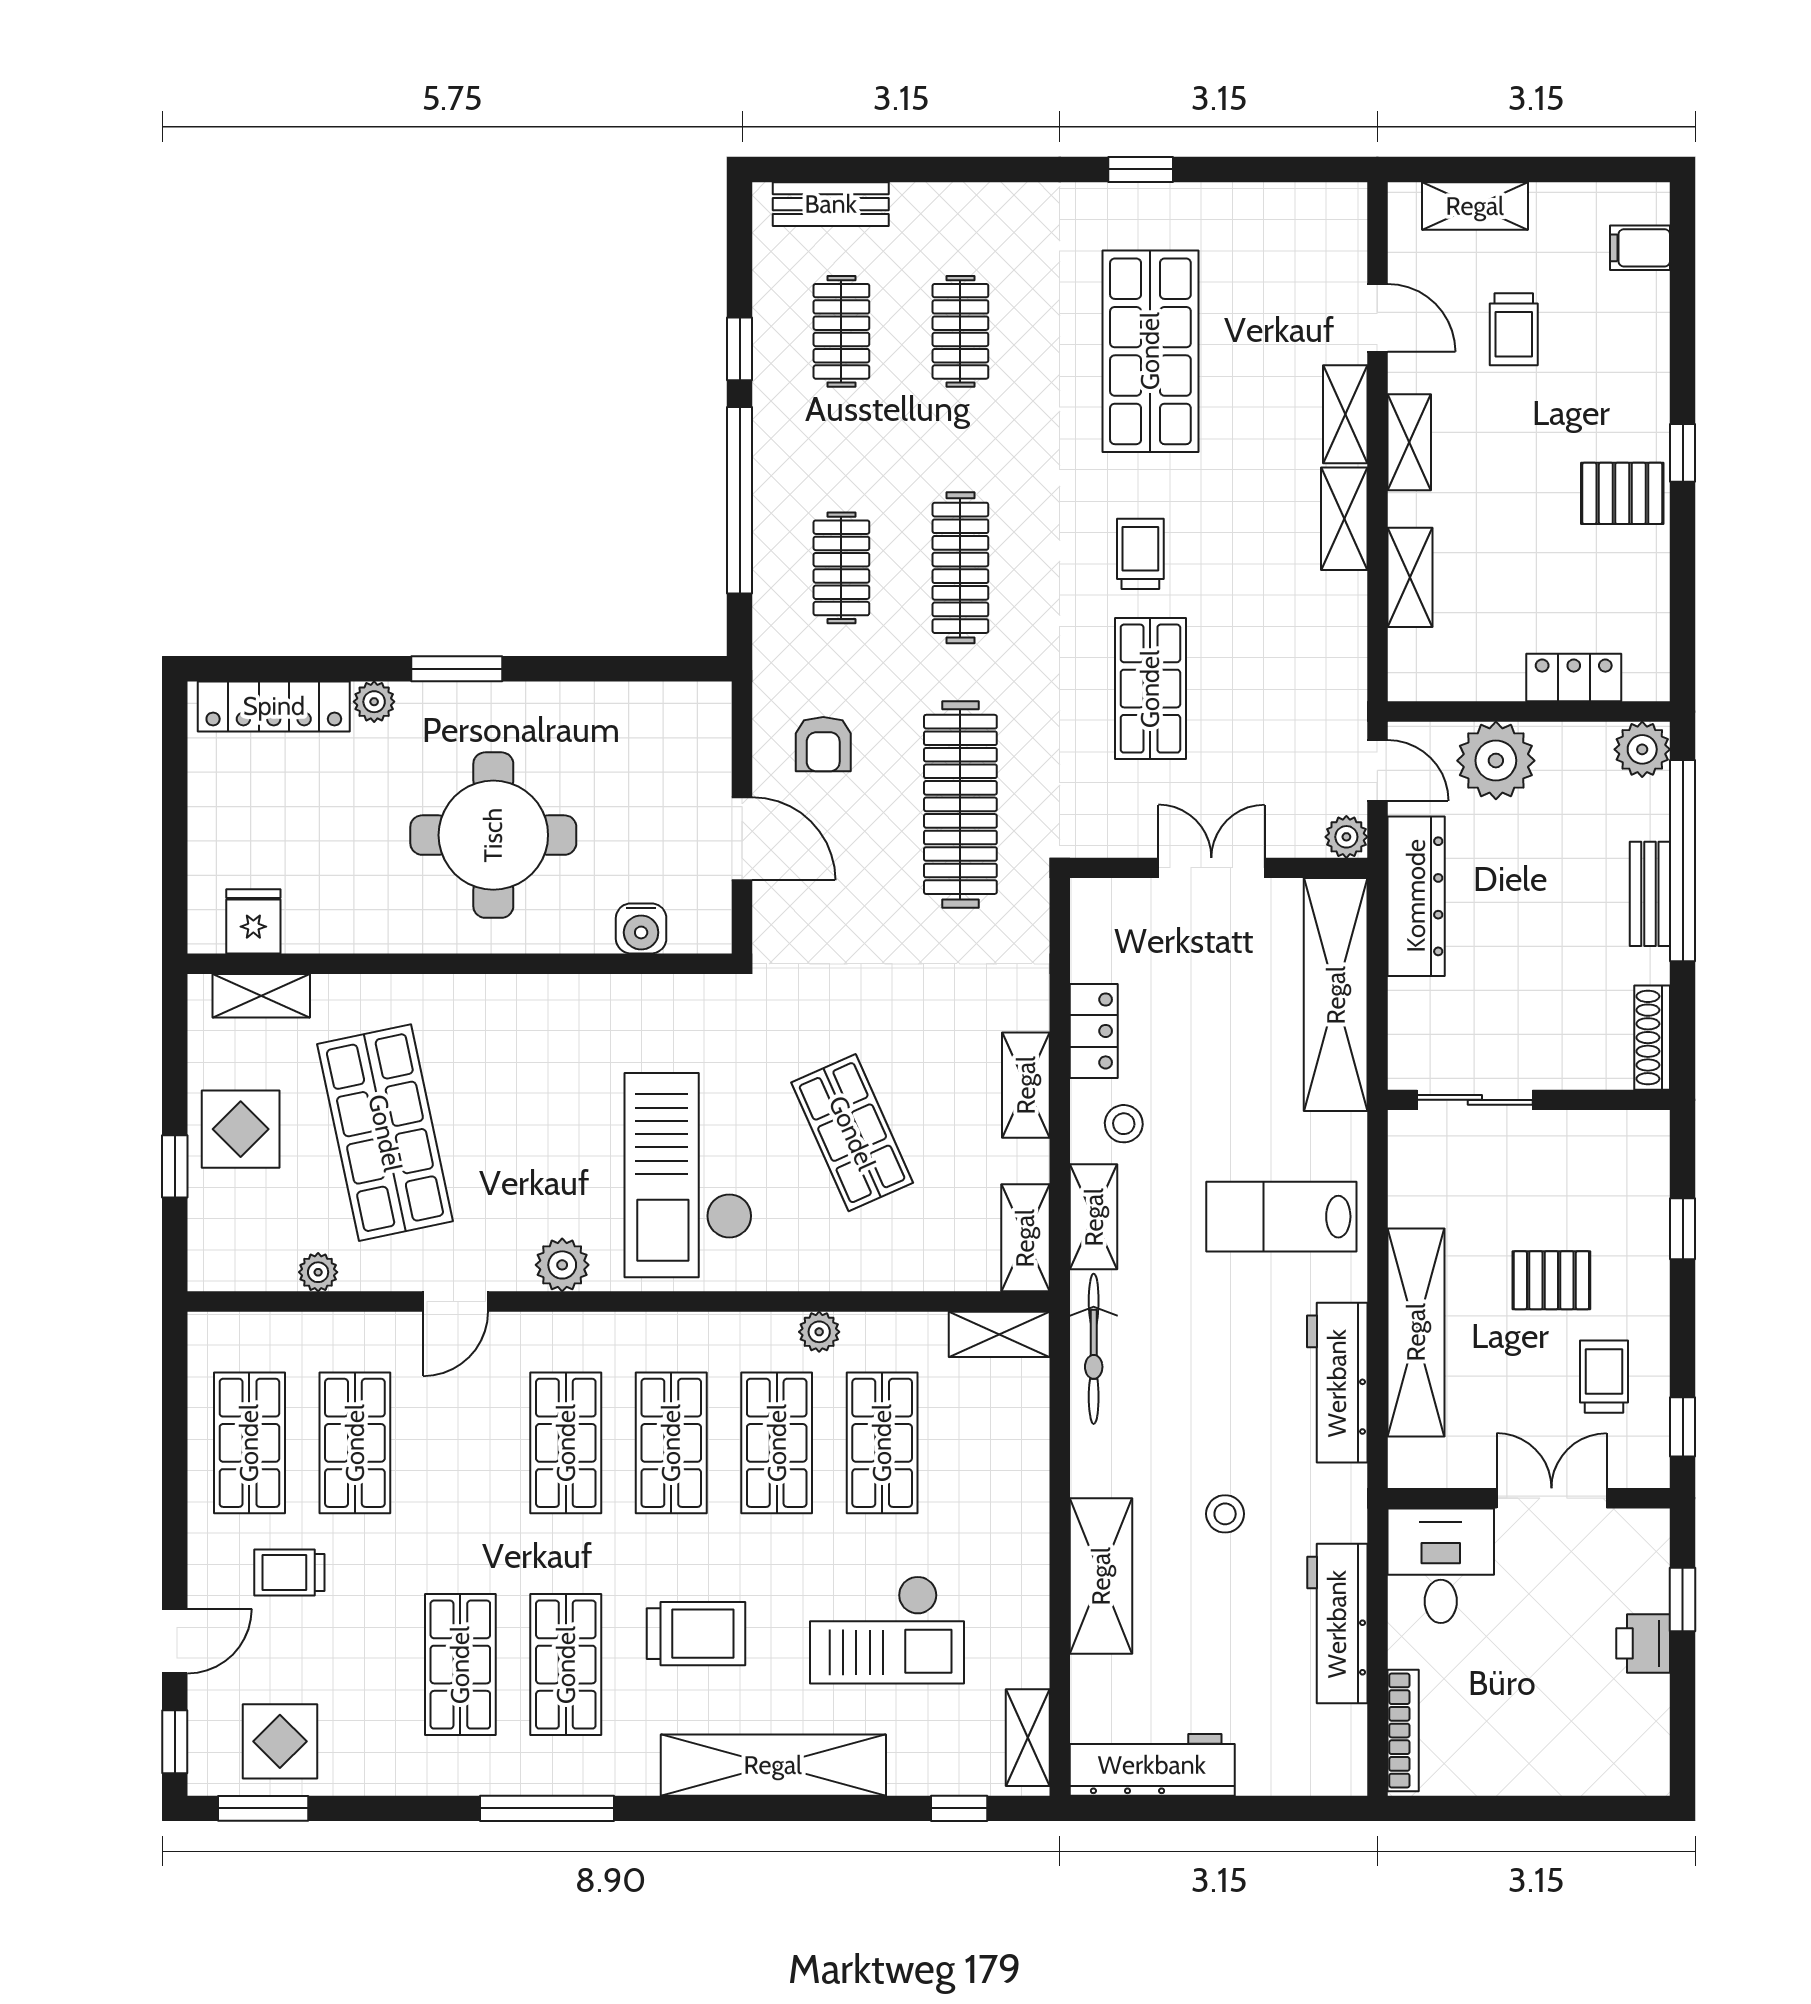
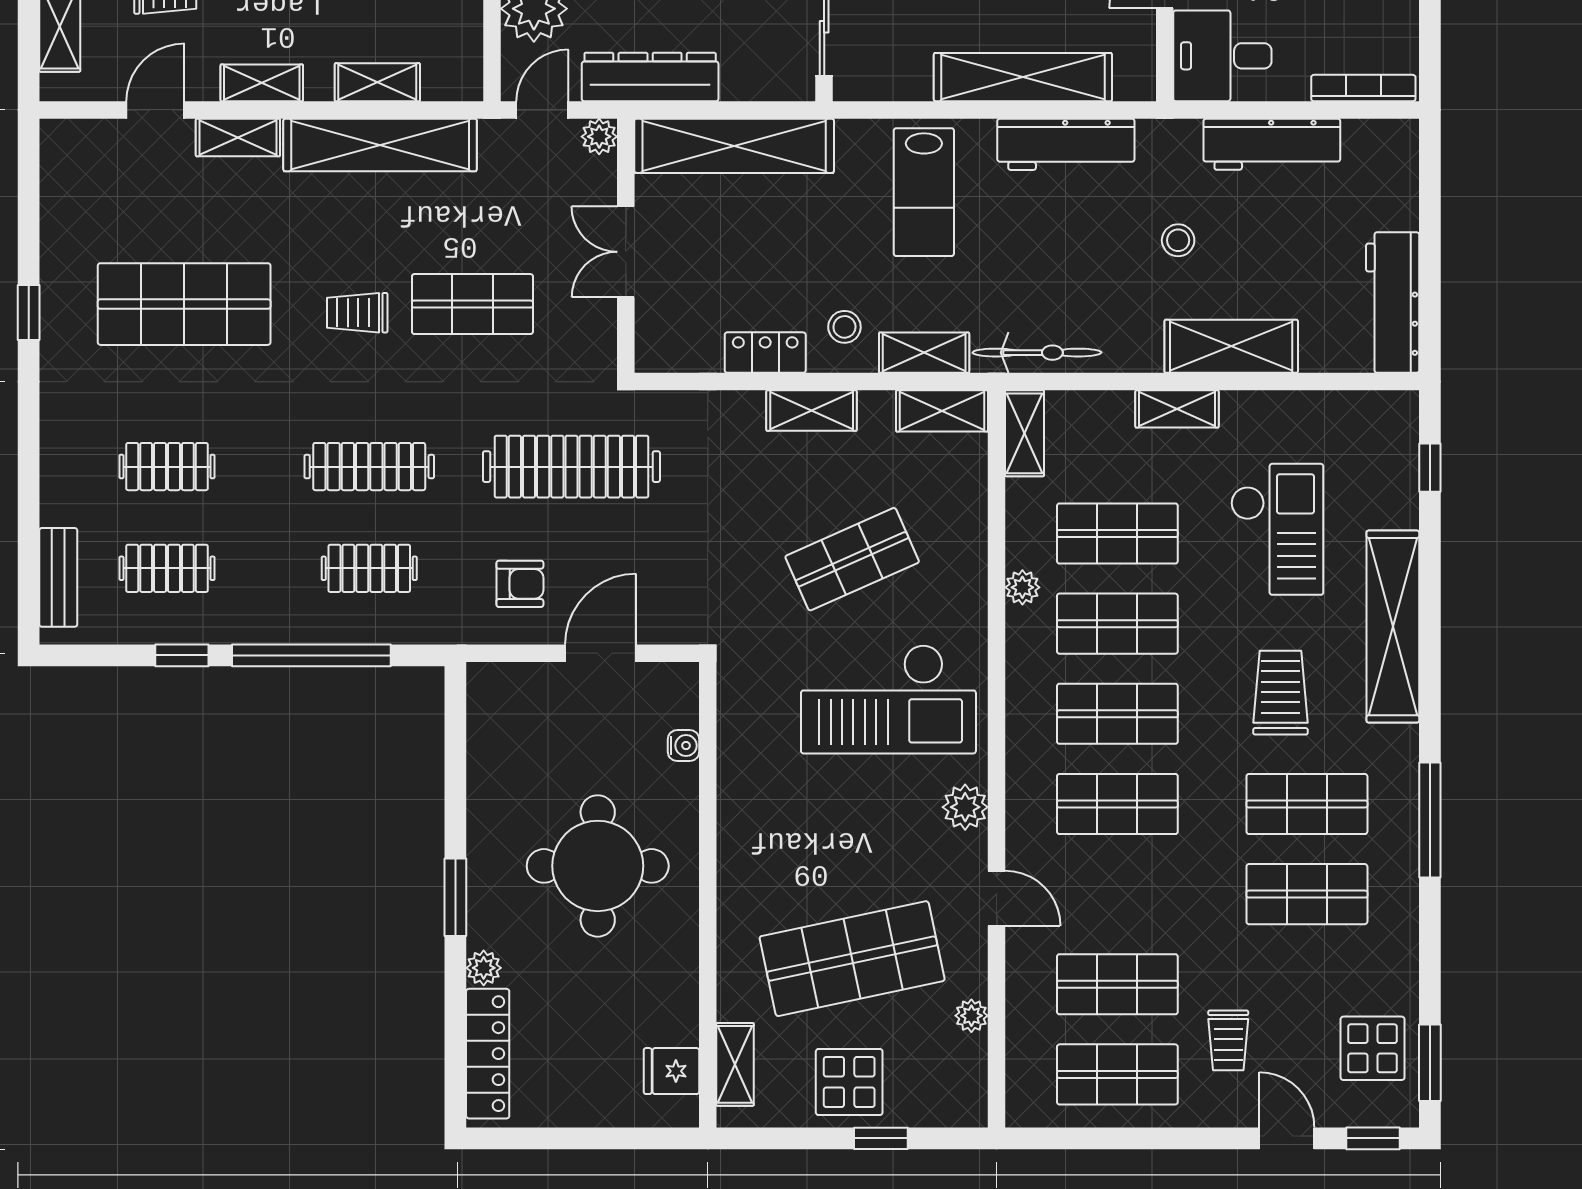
shelving: (1344, 519) -> (380, 145), width x2.20, depth x1.33
water cooler: (641, 928) -> (684, 746), width x0.72, depth x0.72
shelving: (1028, 1738) -> (1177, 409), moved

